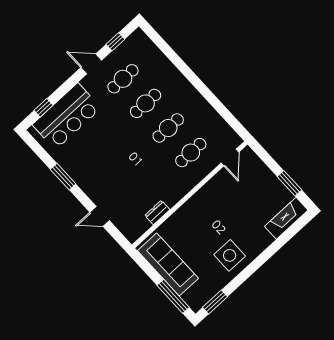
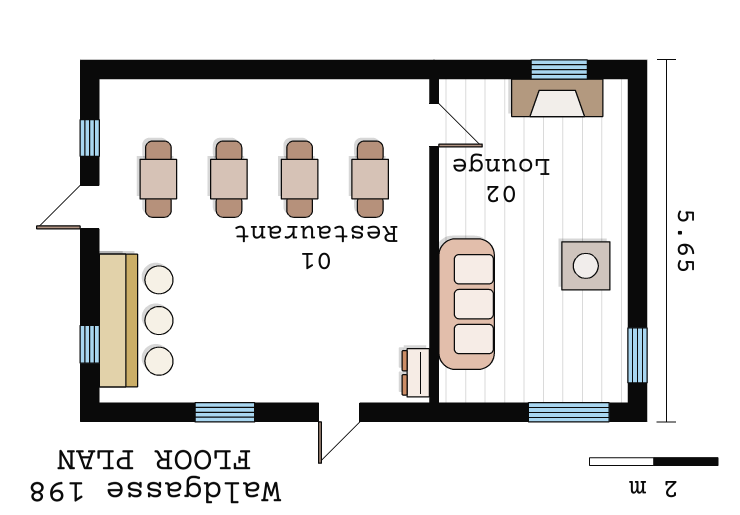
dresser: (157, 213) -> (416, 373), moved
fireplace: (286, 218) -> (557, 98), moved, turned -90
sofa: (168, 264) -> (467, 304), moved, turned 90

